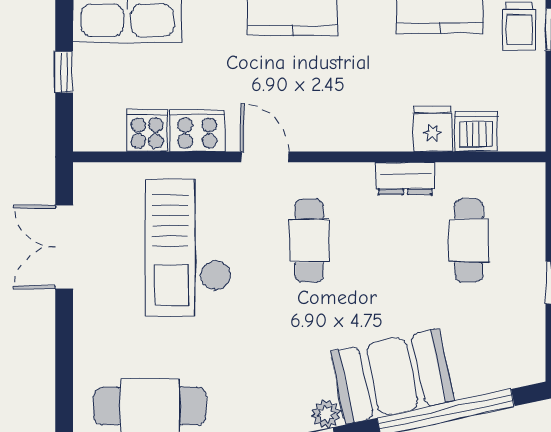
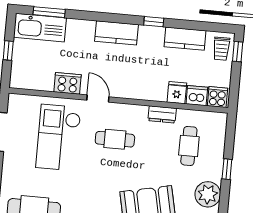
cooker: (147, 131) -> (217, 97), moved
cafe table: (309, 240) -> (115, 139), turned 90
plant: (518, 340) -> (208, 194), added

